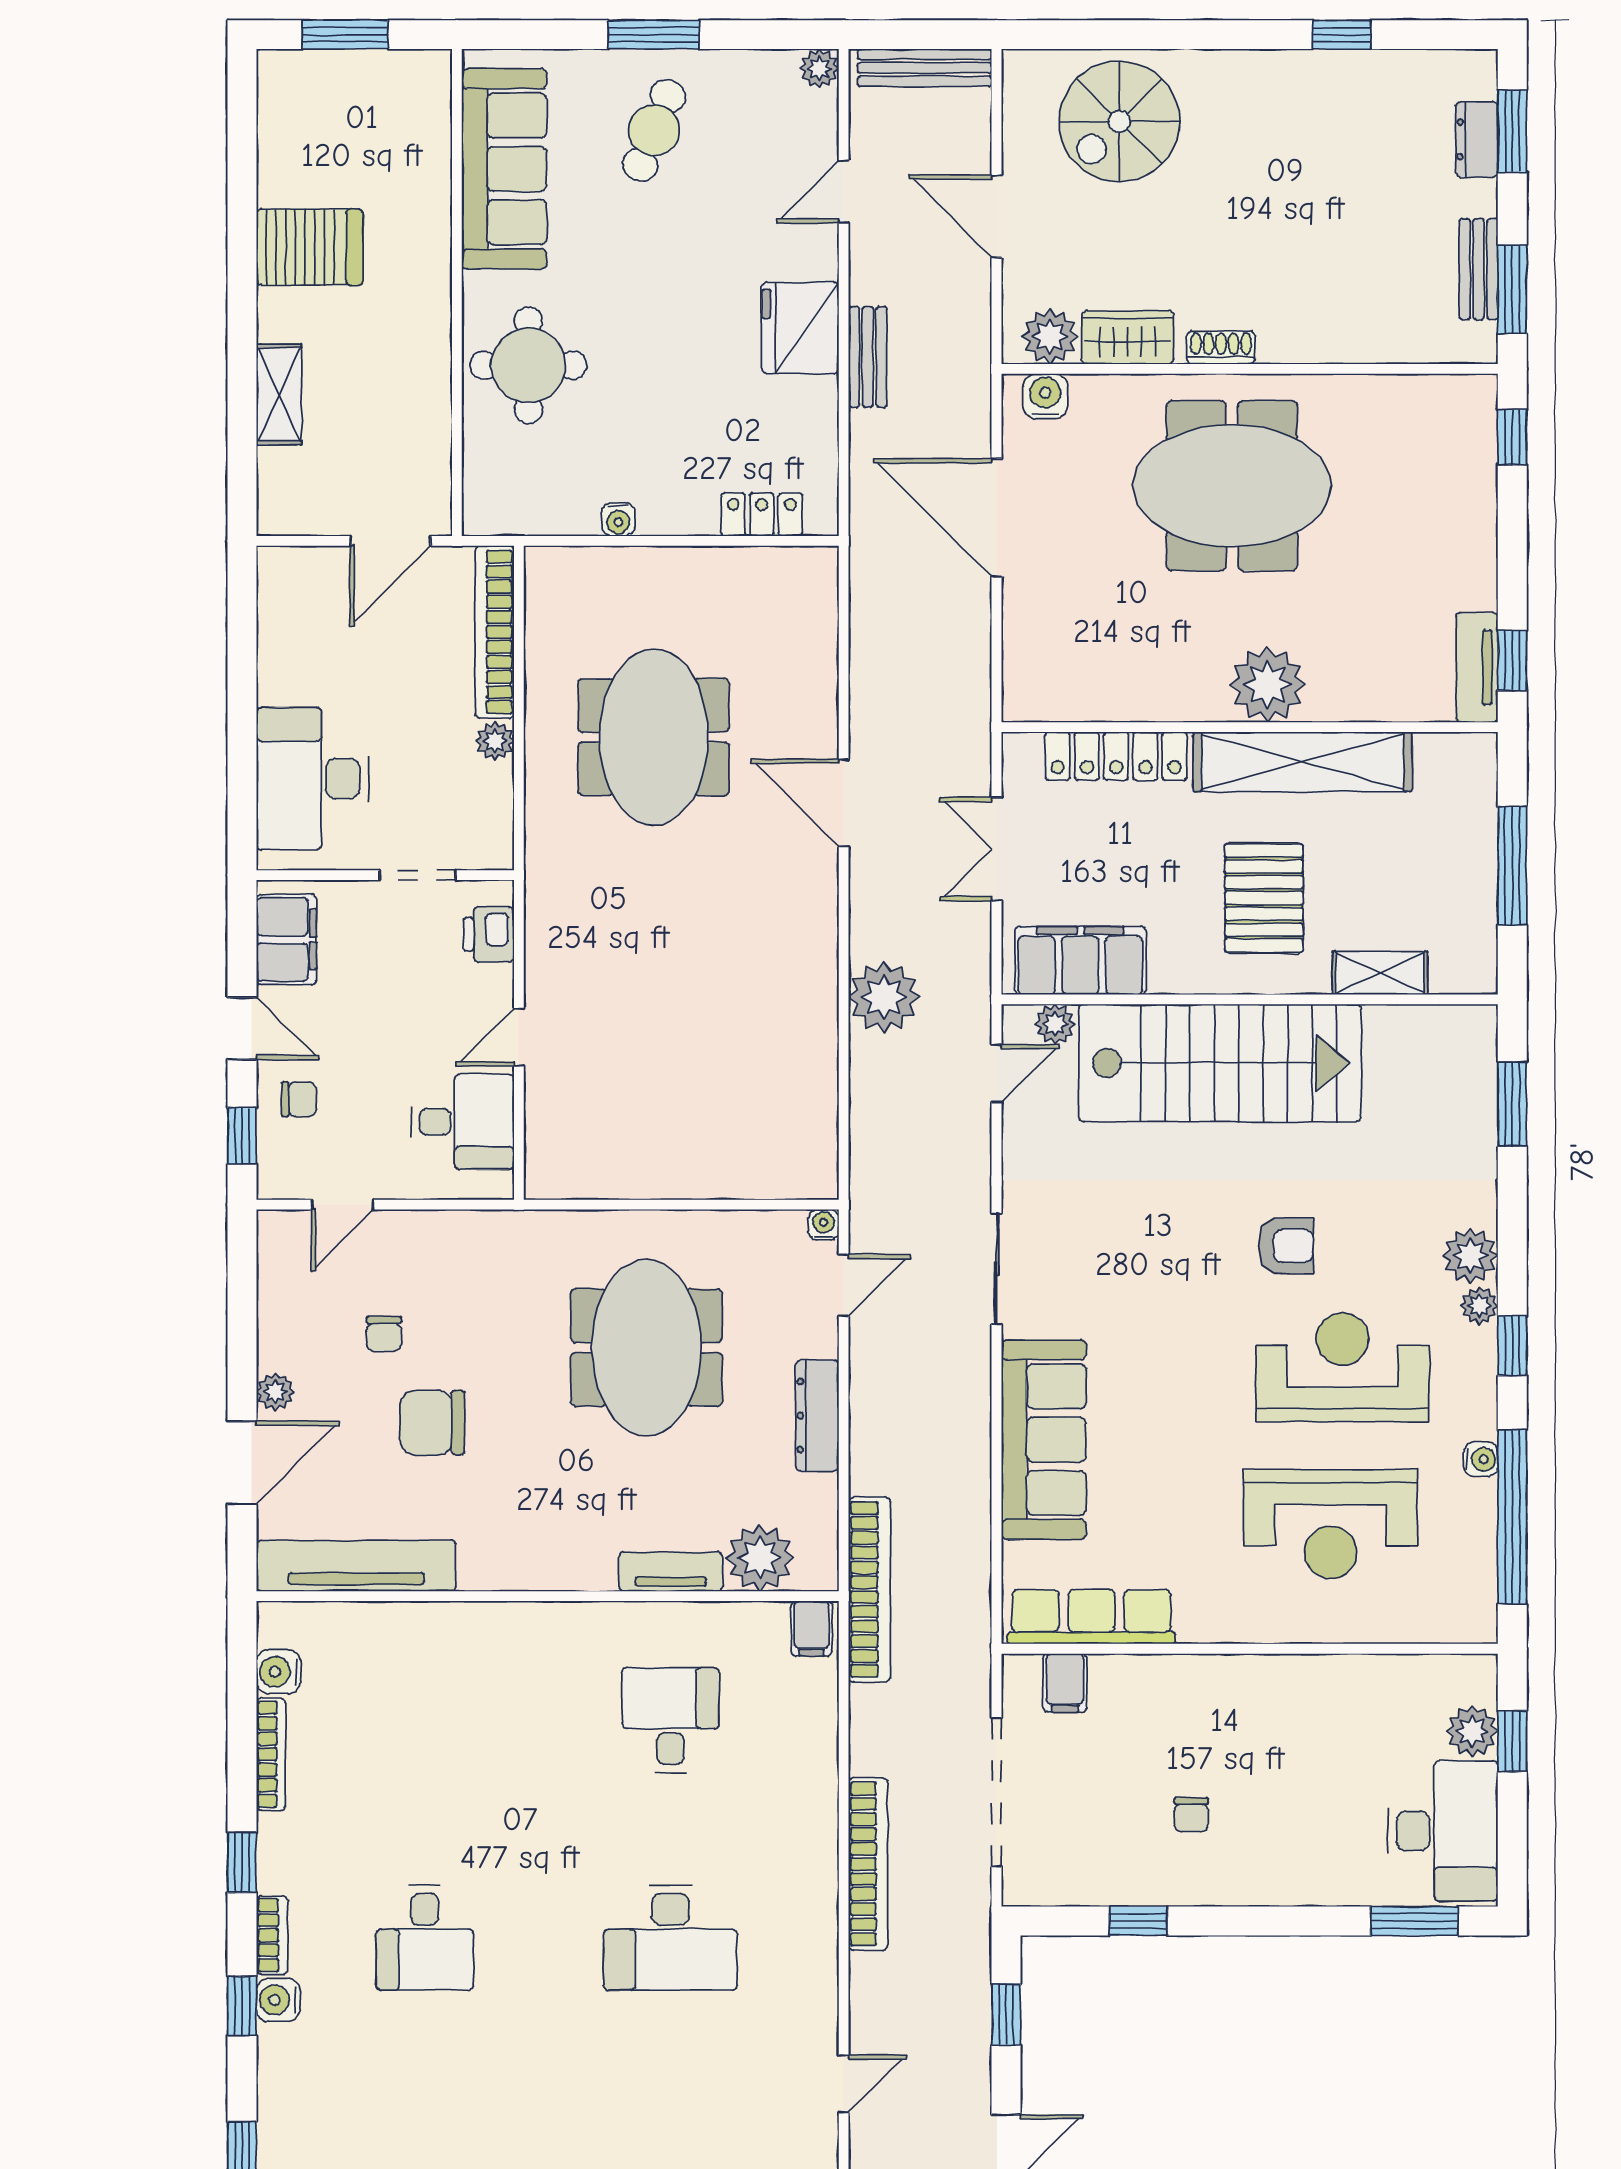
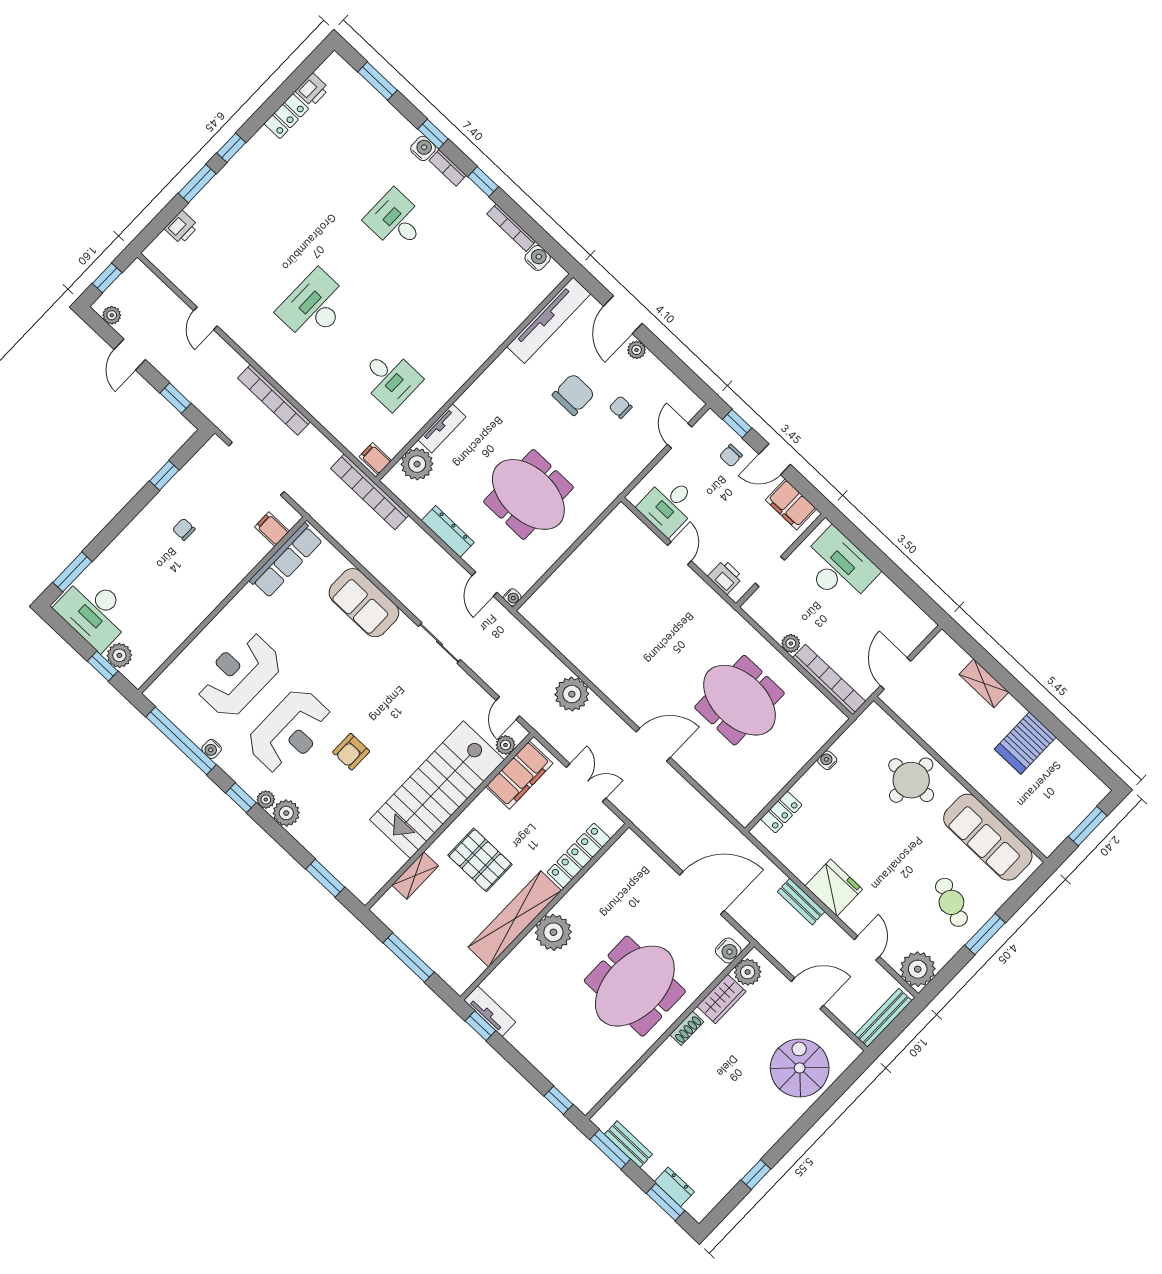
plant: (819, 68) -> (918, 969), width x1.87, depth x1.87
sofa: (1044, 1440) -> (364, 603), width x0.73

